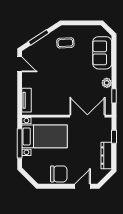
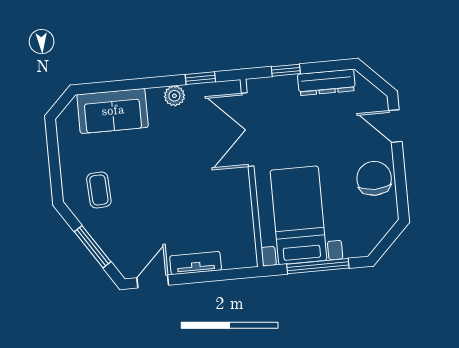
tv unit: (26, 100) -> (196, 263), moved

